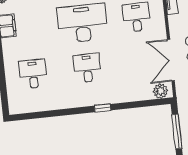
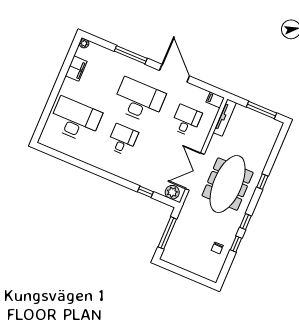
desk: (33, 74) -> (75, 120), width x1.87, depth x1.30
window: (103, 108) -> (145, 192), moved

